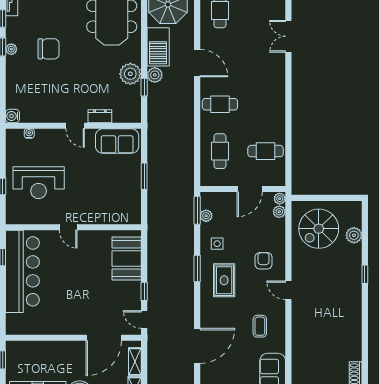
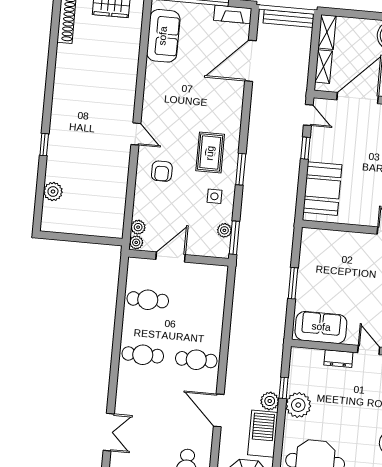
cafe table: (220, 151) -> (143, 355), moved, turned 90
spiral stairs: (319, 229) -> (94, 203), removed
coffee table: (260, 326) -> (173, 95), removed
door: (197, 346) -> (251, 61), moved

